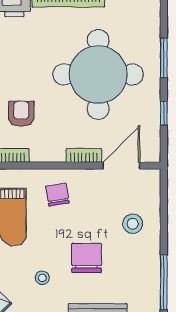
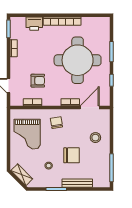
armchair: (21, 114) -> (38, 81), turned 90
chair: (87, 258) -> (72, 155), turned 90

